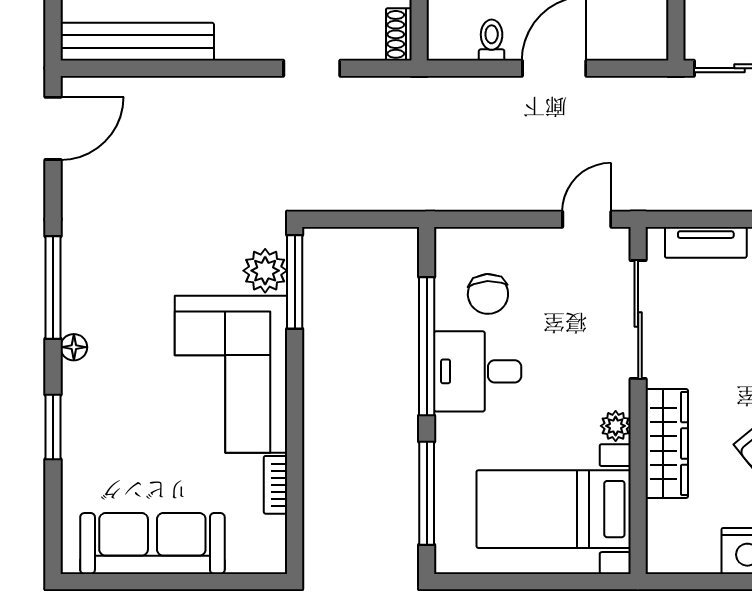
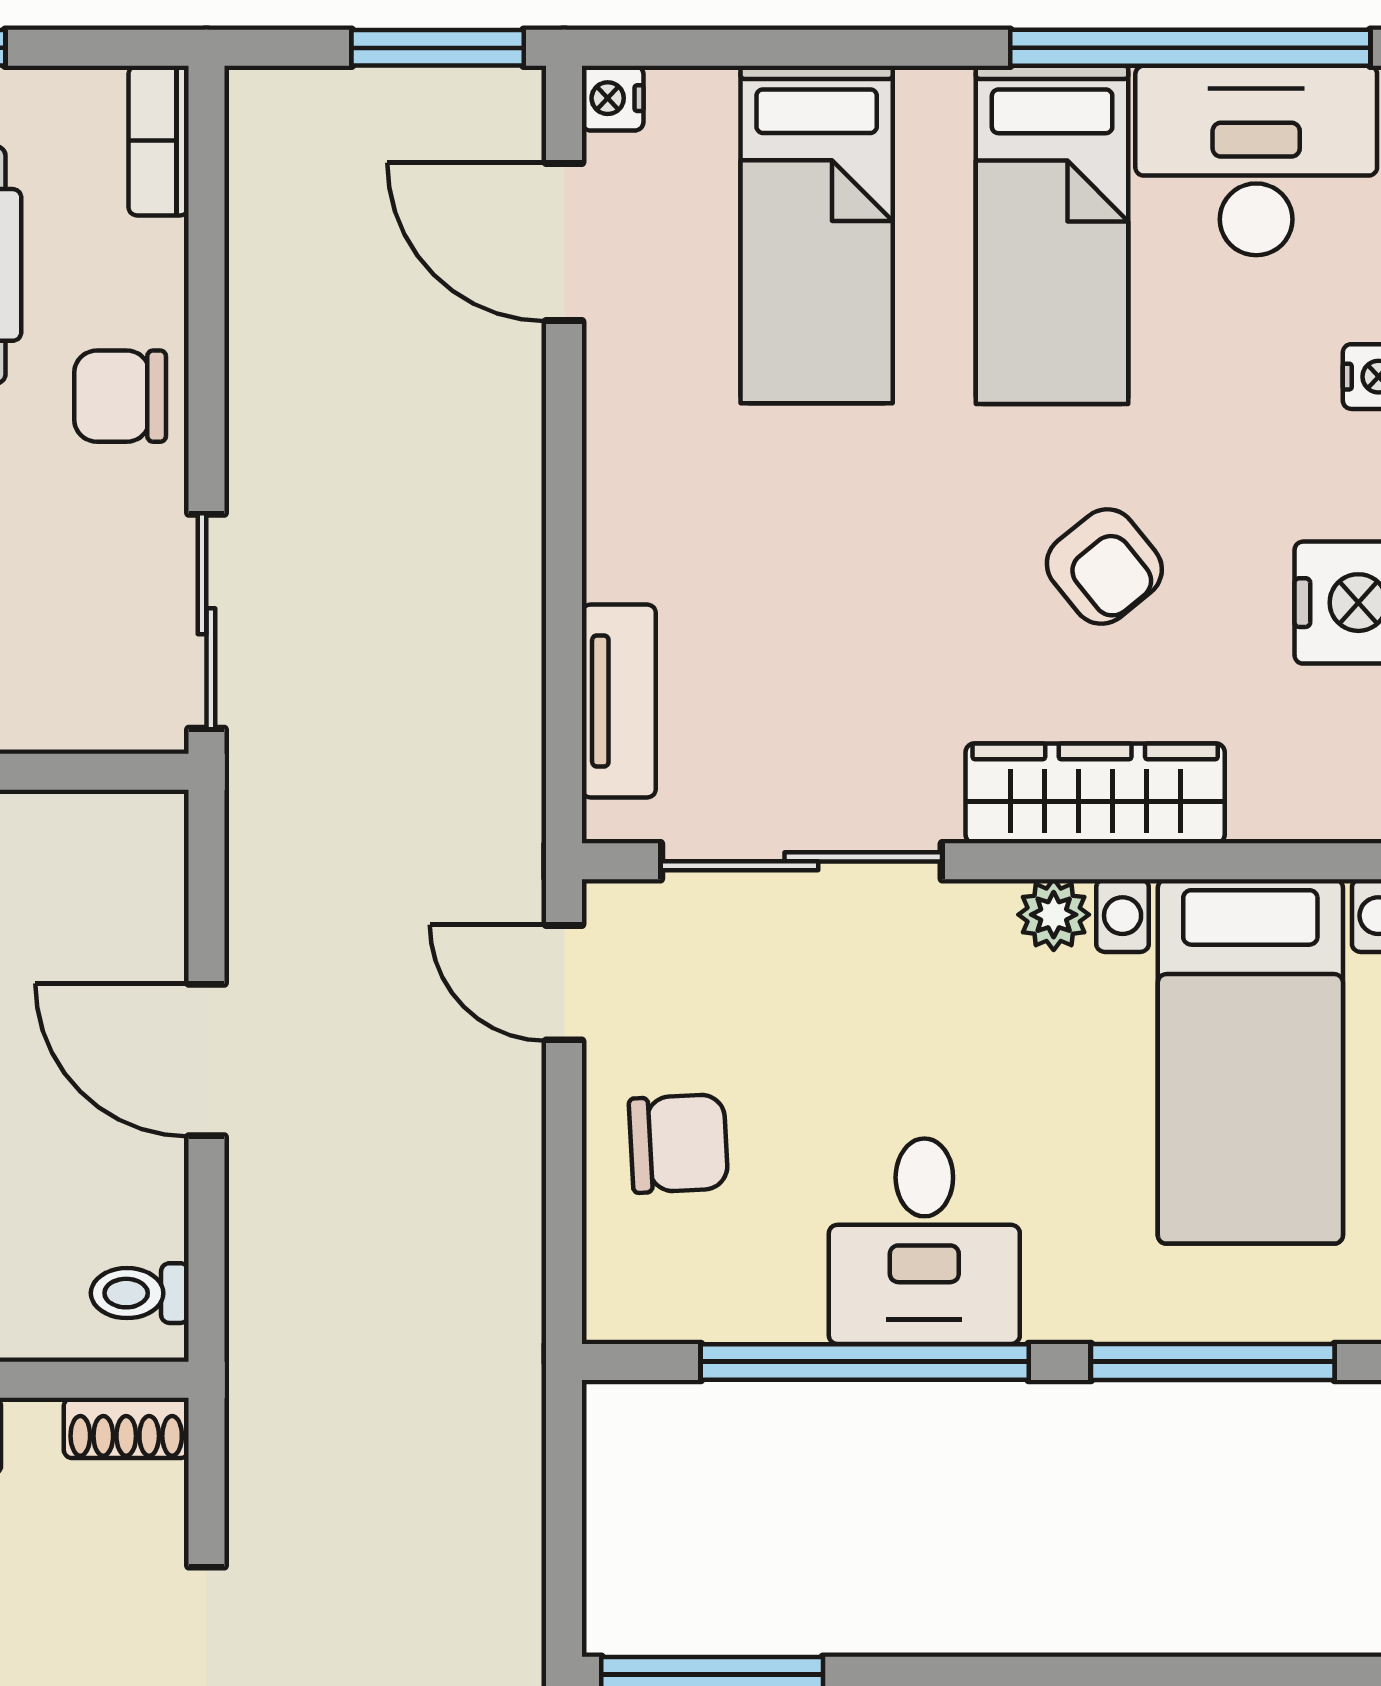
toilet: (492, 40) -> (140, 1293), moved
chair: (488, 294) -> (679, 1143), moved

